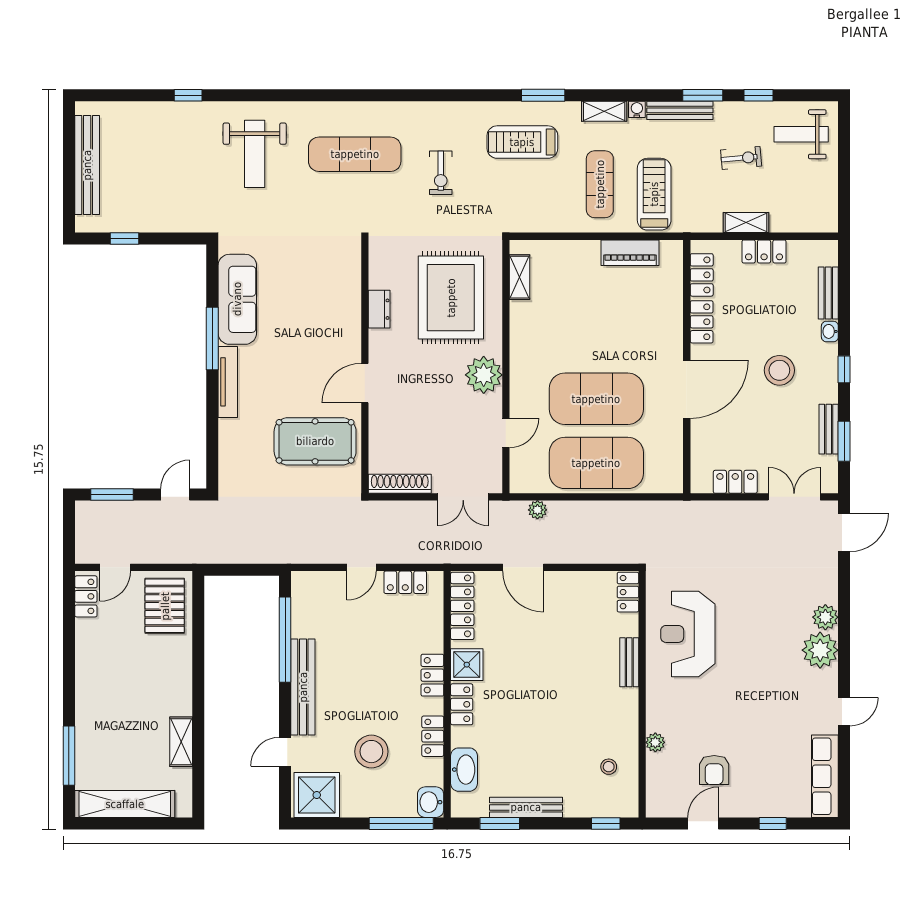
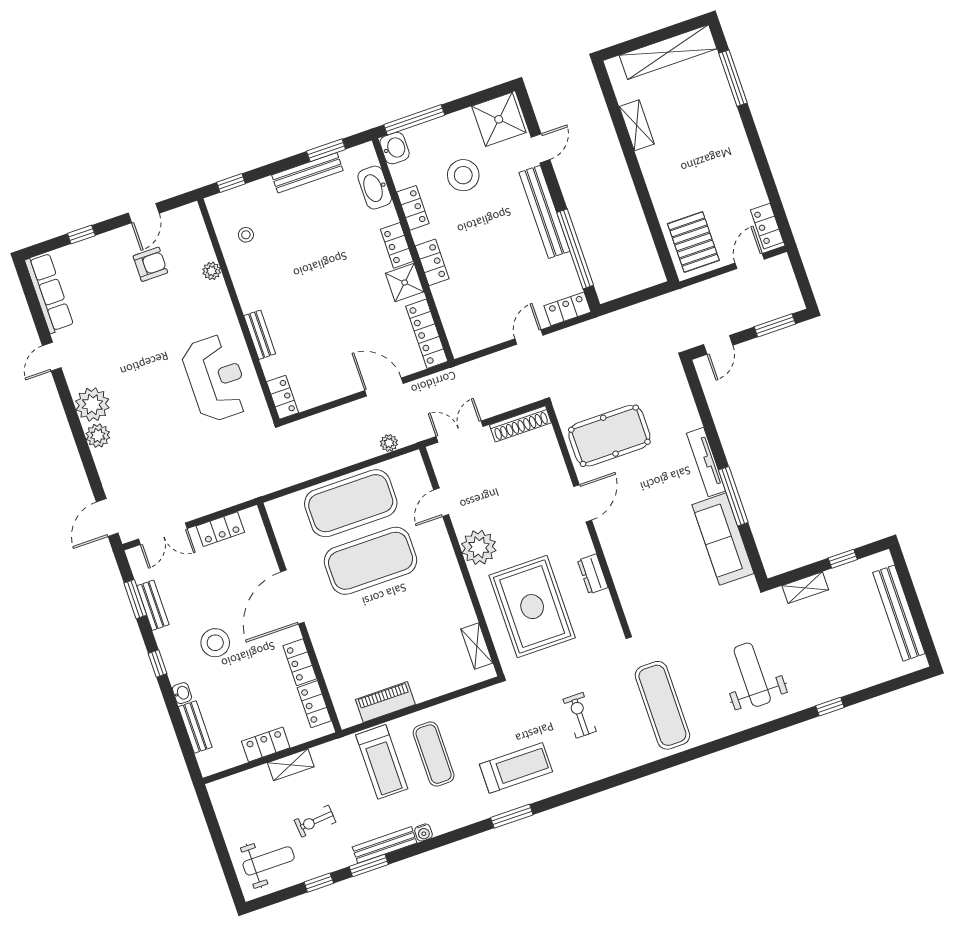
shelving: (604, 111) -> (805, 588), moved
exercise mat: (355, 154) -> (662, 705), turned 90
locker: (405, 582) -> (567, 309), moved
armchair: (714, 770) -> (150, 264), turned 90

